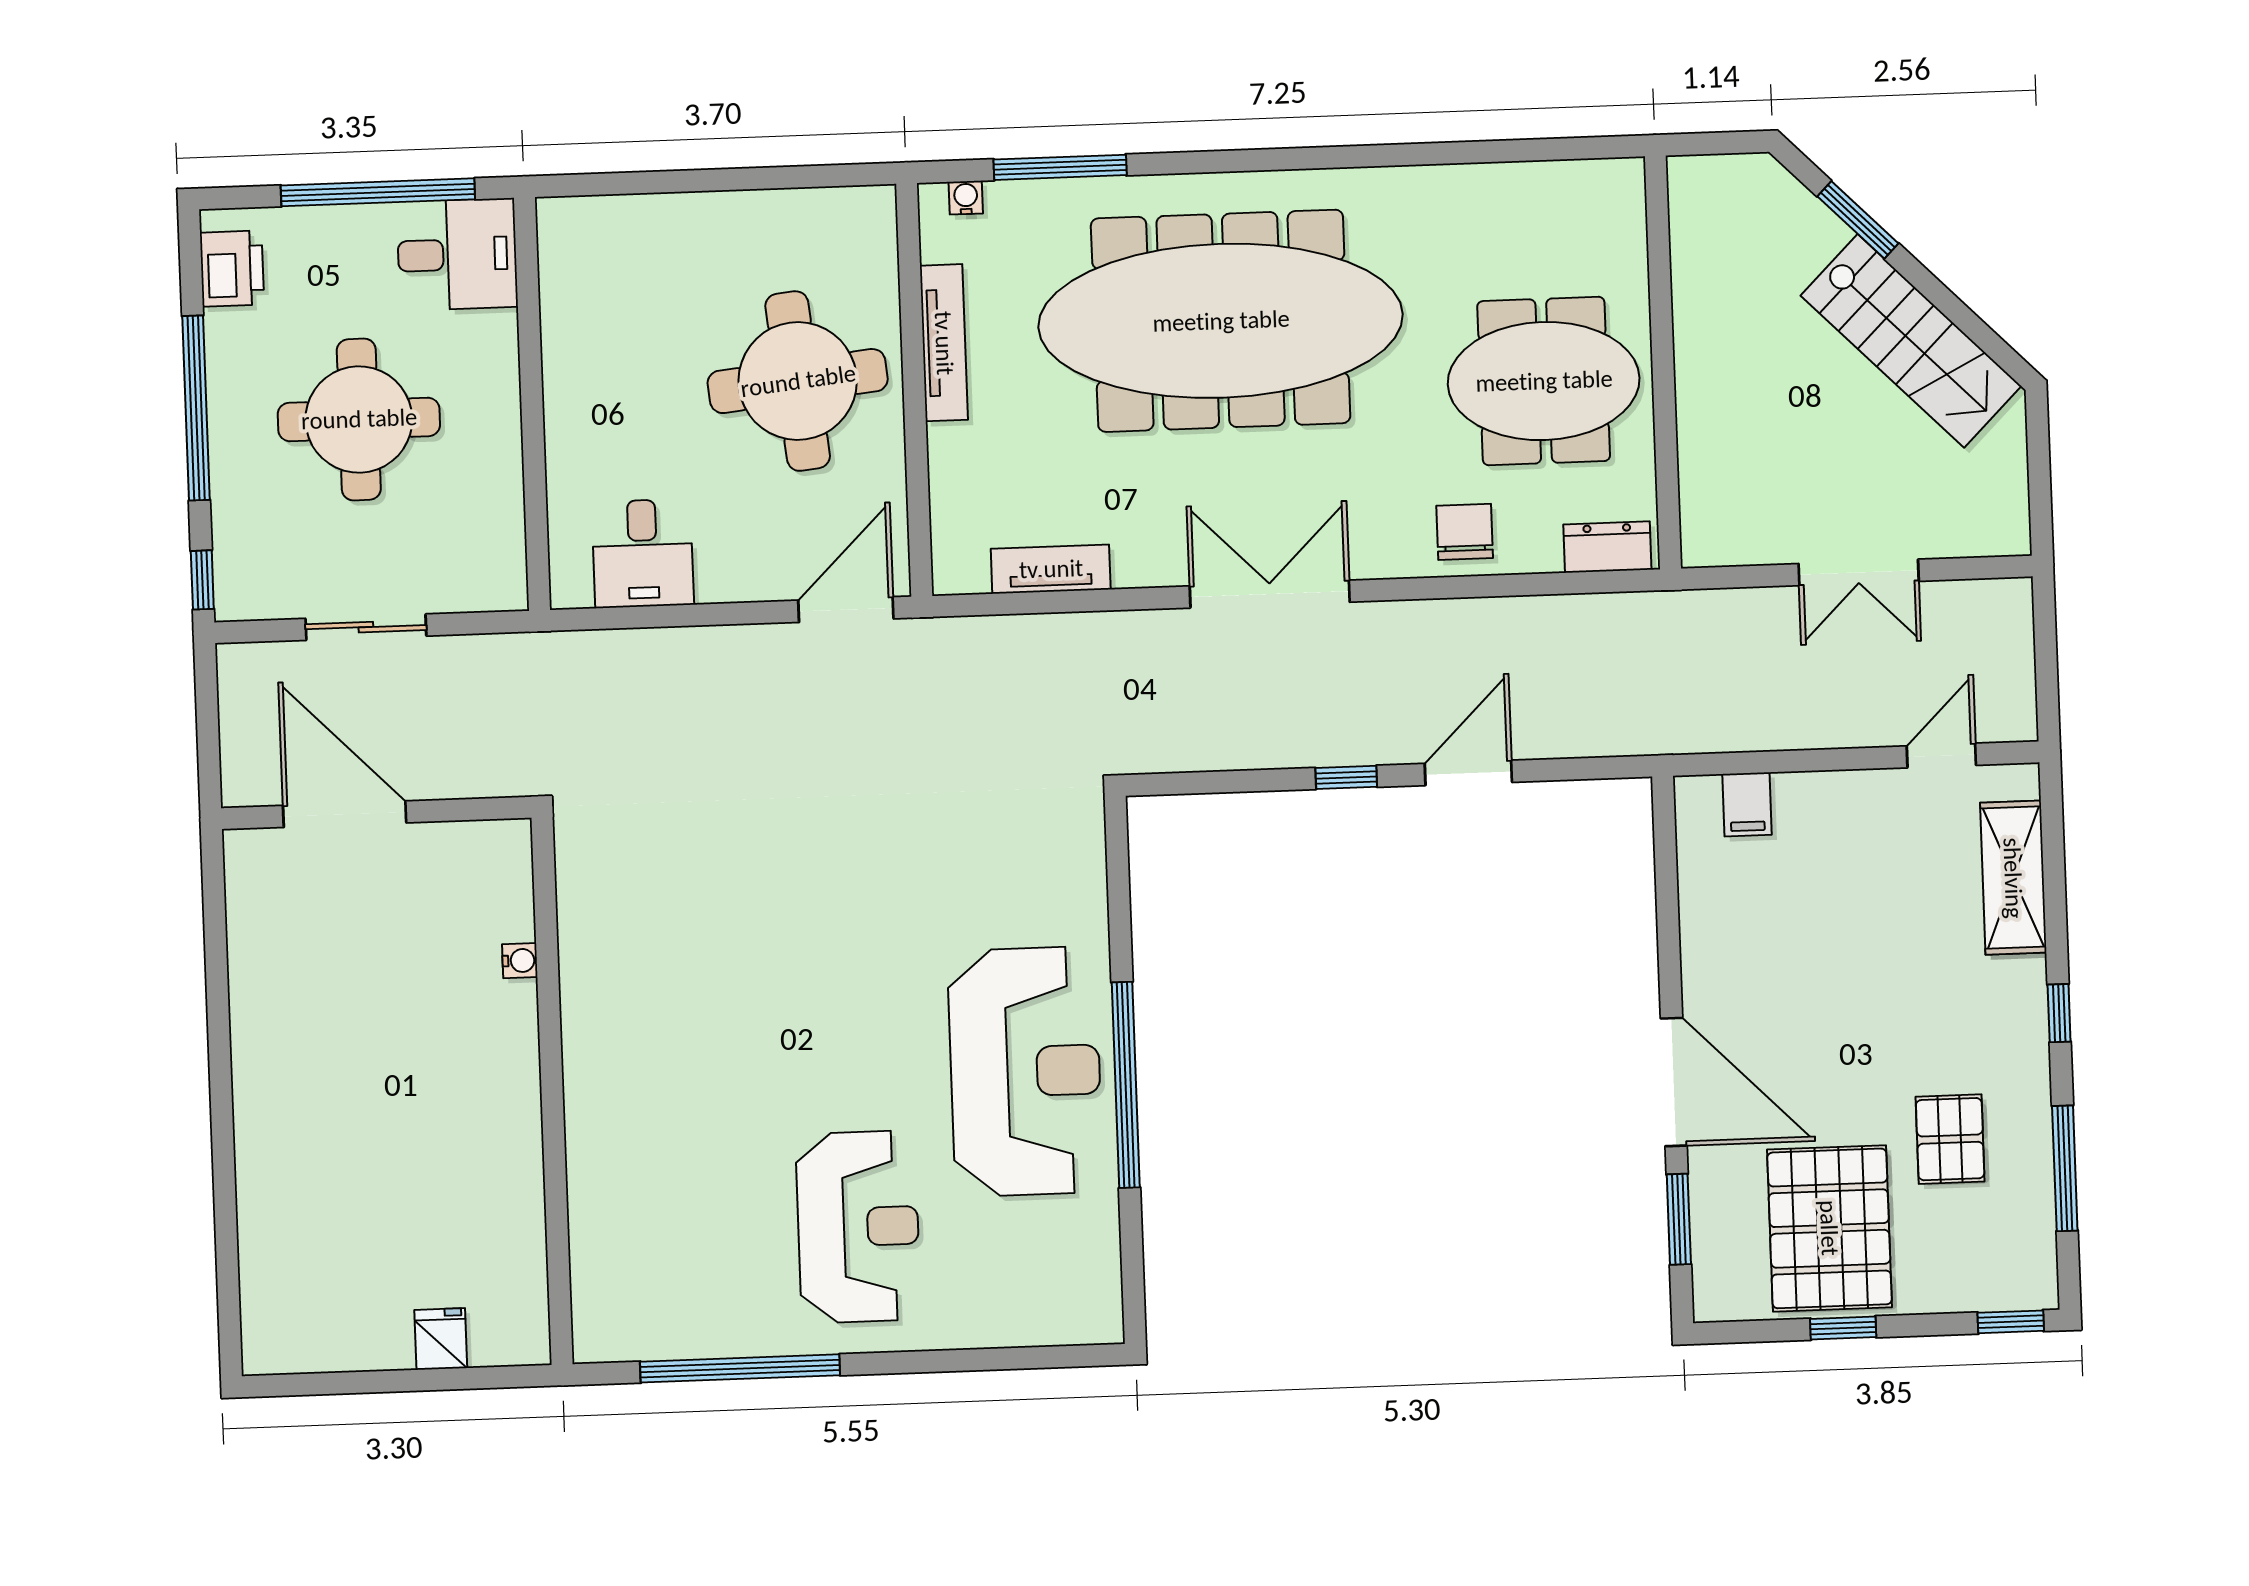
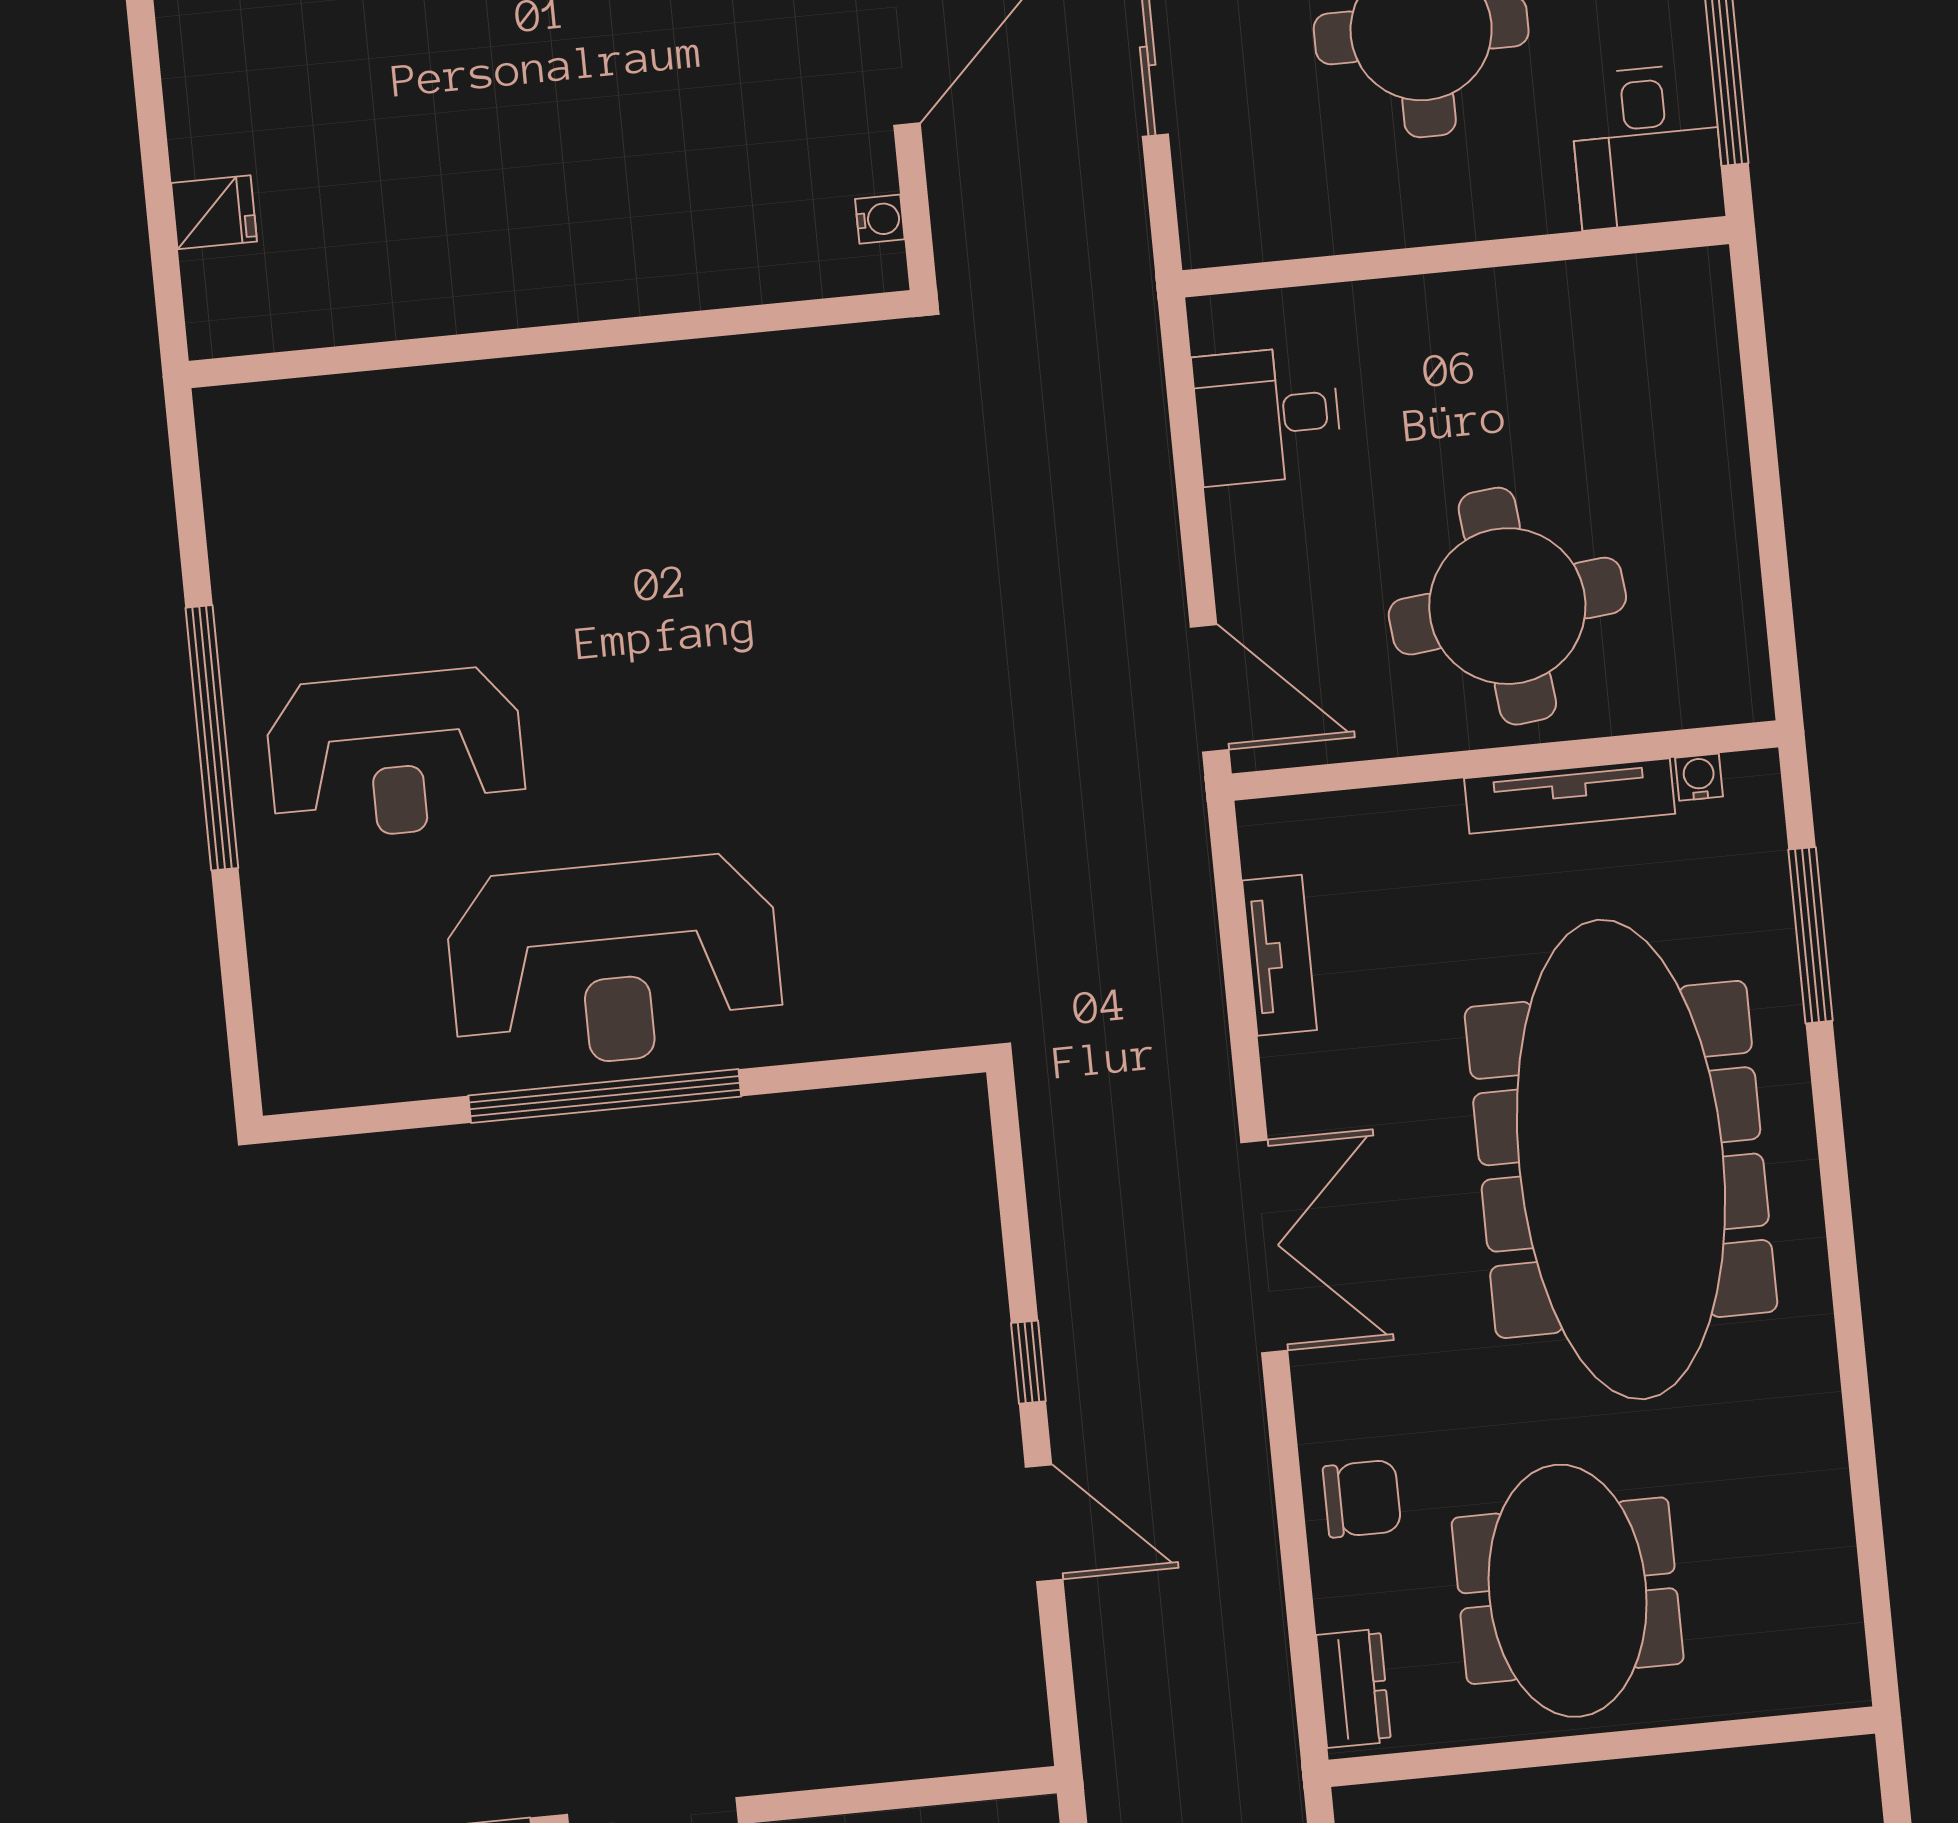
water cooler: (966, 198) -> (1699, 777), moved, turned -90
water cooler: (520, 961) -> (880, 219), moved, turned -90
window: (740, 1368) -> (212, 738), moved

